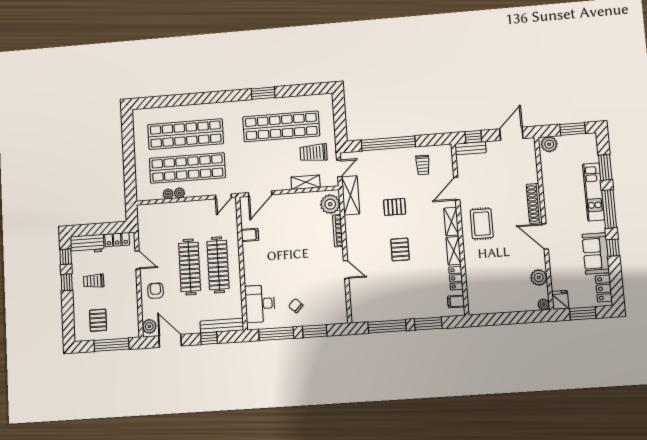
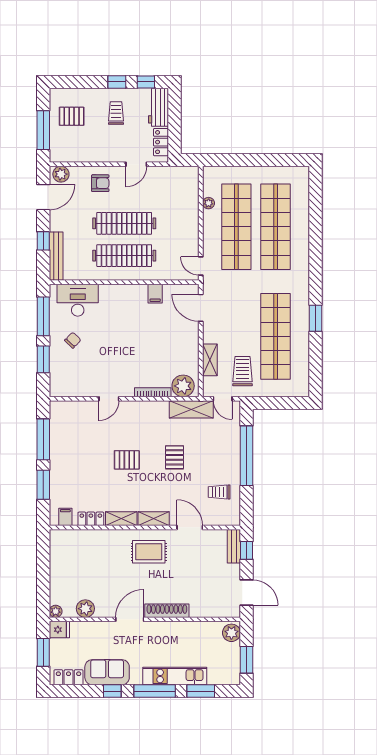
plant: (179, 193) -> (209, 216), removed

